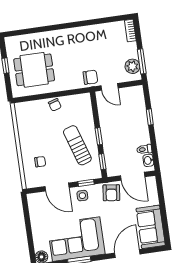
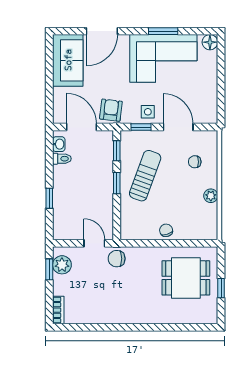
window: (142, 61) -> (49, 269), width x0.67
plant: (24, 137) -> (211, 196), added
sun lounger: (77, 145) -> (145, 176), turned -142

